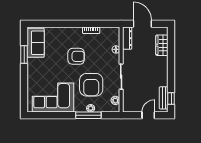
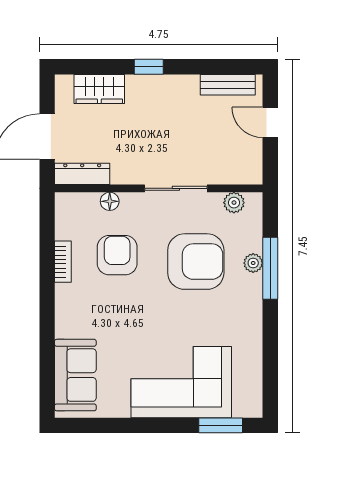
sofa: (36, 43) -> (75, 375), moved, turned 90
window: (24, 55) -> (221, 425), moved
armchair: (76, 56) -> (117, 255), moved
corner sofa: (53, 98) -> (181, 382), moved, turned 90
window: (171, 98) -> (149, 67), moved

